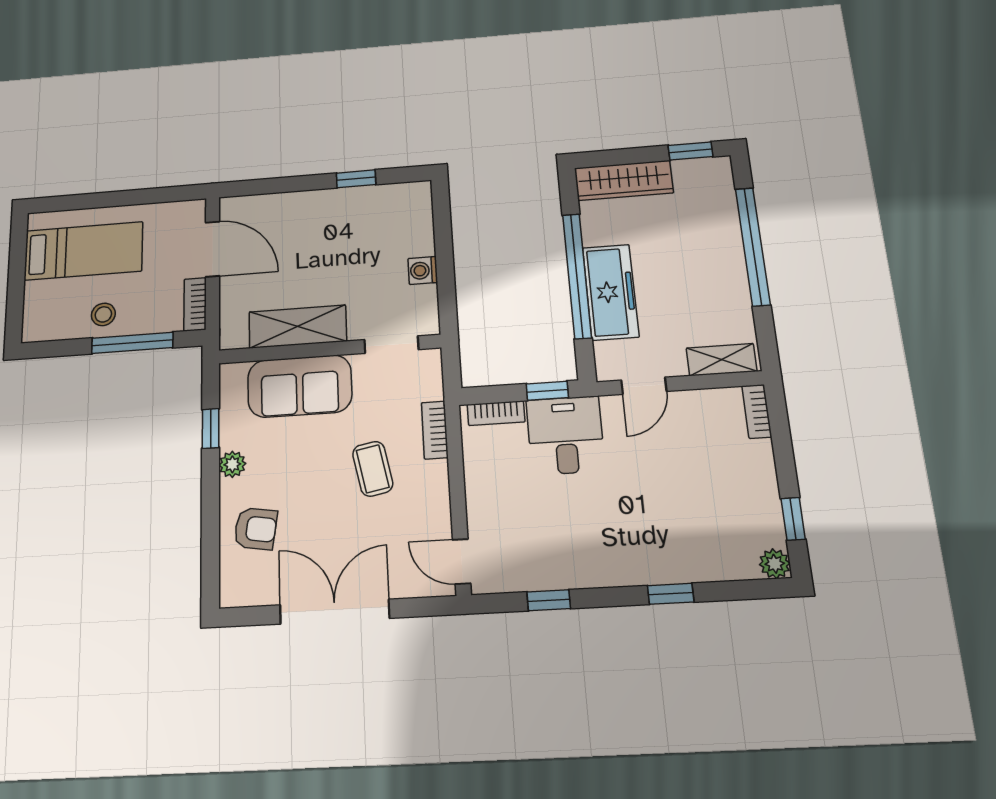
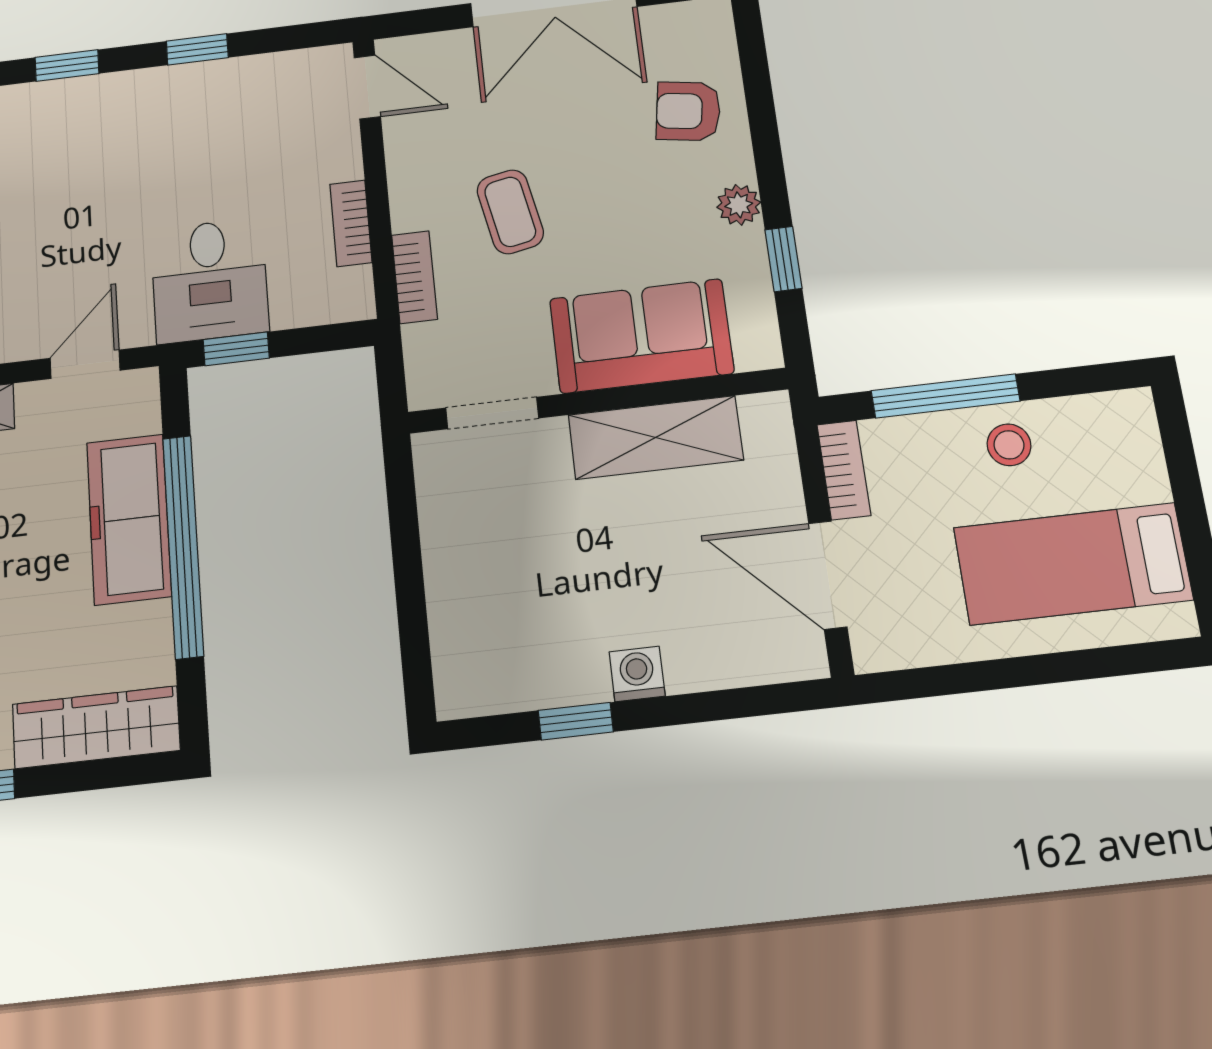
washing machine: (423, 270) -> (637, 674), moved, turned -90
bookcase: (496, 413) -> (351, 223), moved, turned -90
window: (549, 600) -> (197, 49), moved

